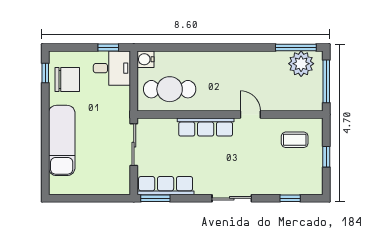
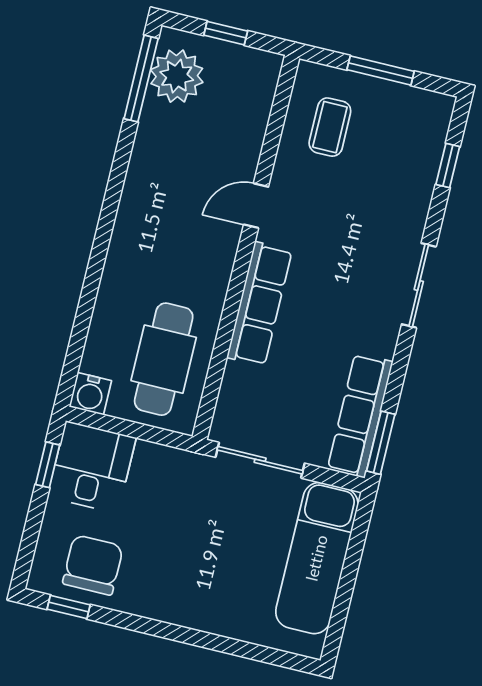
window: (326, 81) -> (226, 33), width x0.46
exam couch: (62, 140) -> (317, 558), moved, turned -90
window: (326, 157) -> (381, 71), width x1.50

